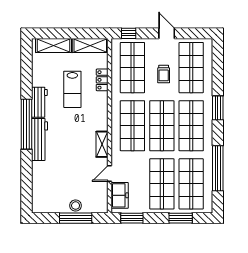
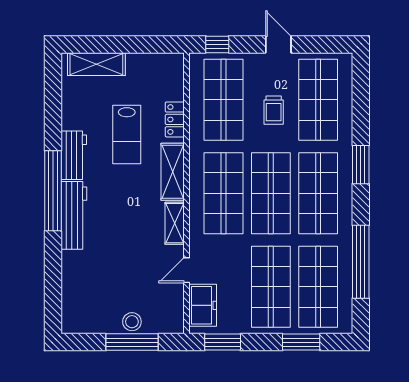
shelving: (90, 45) -> (173, 172), moved, turned 90

